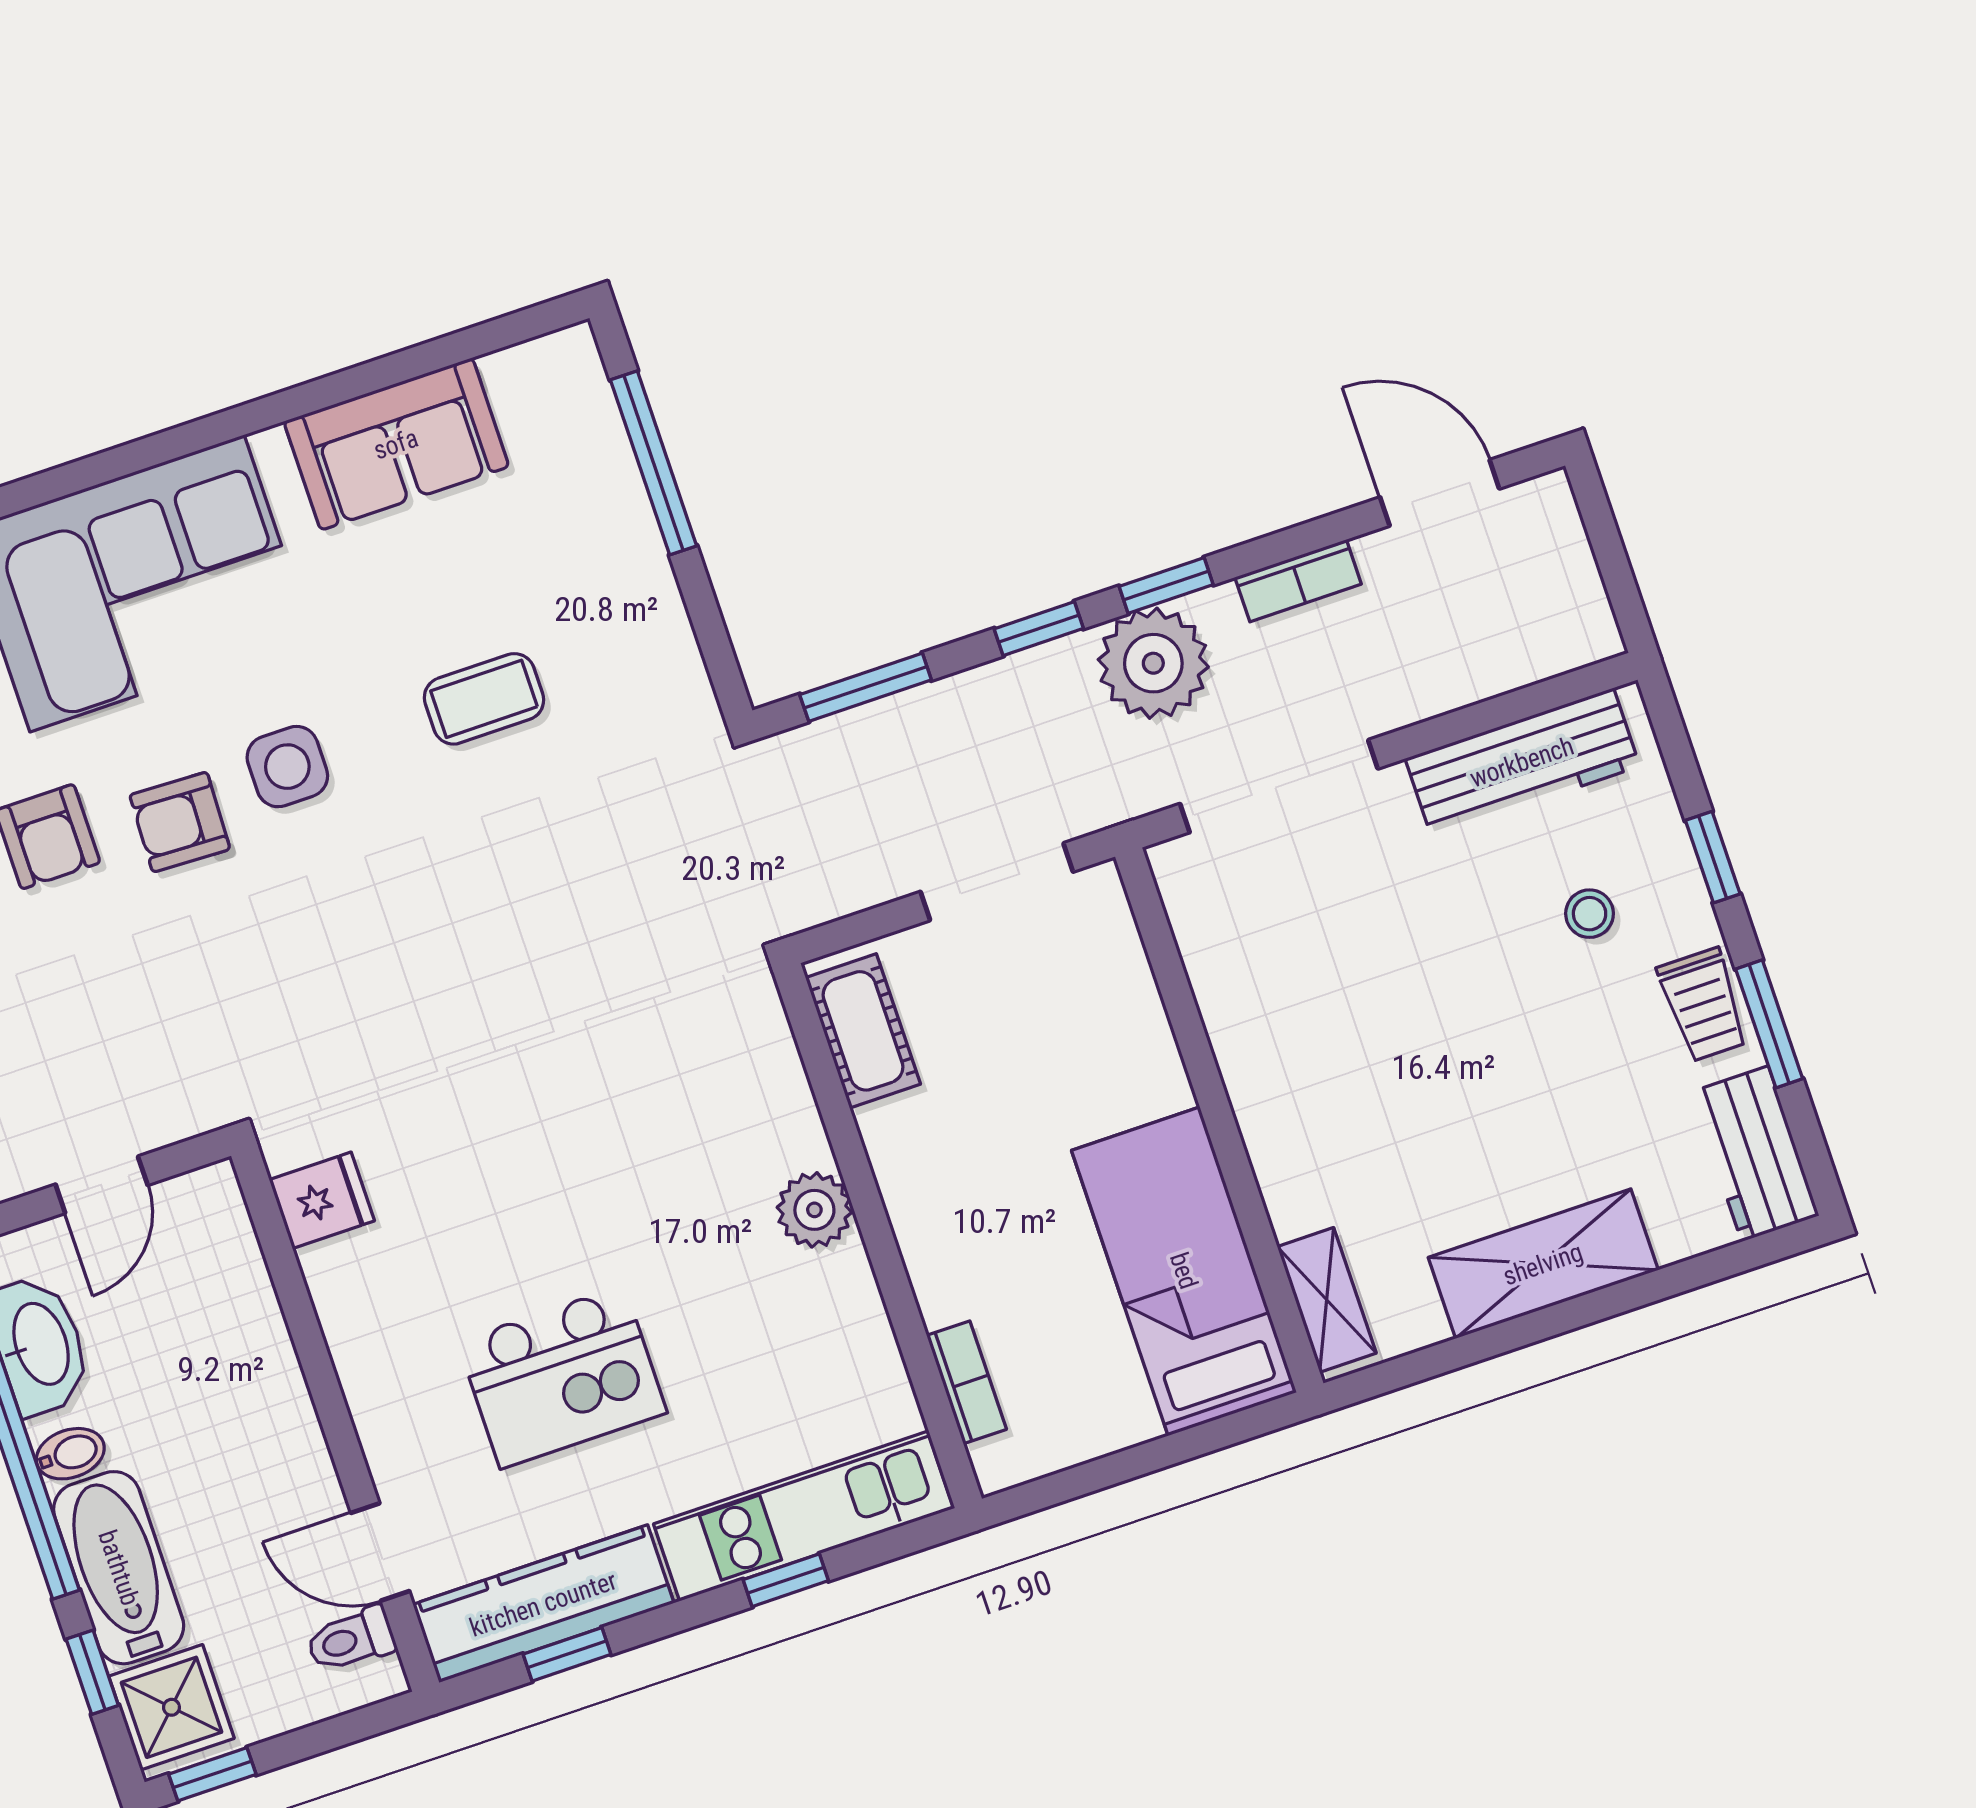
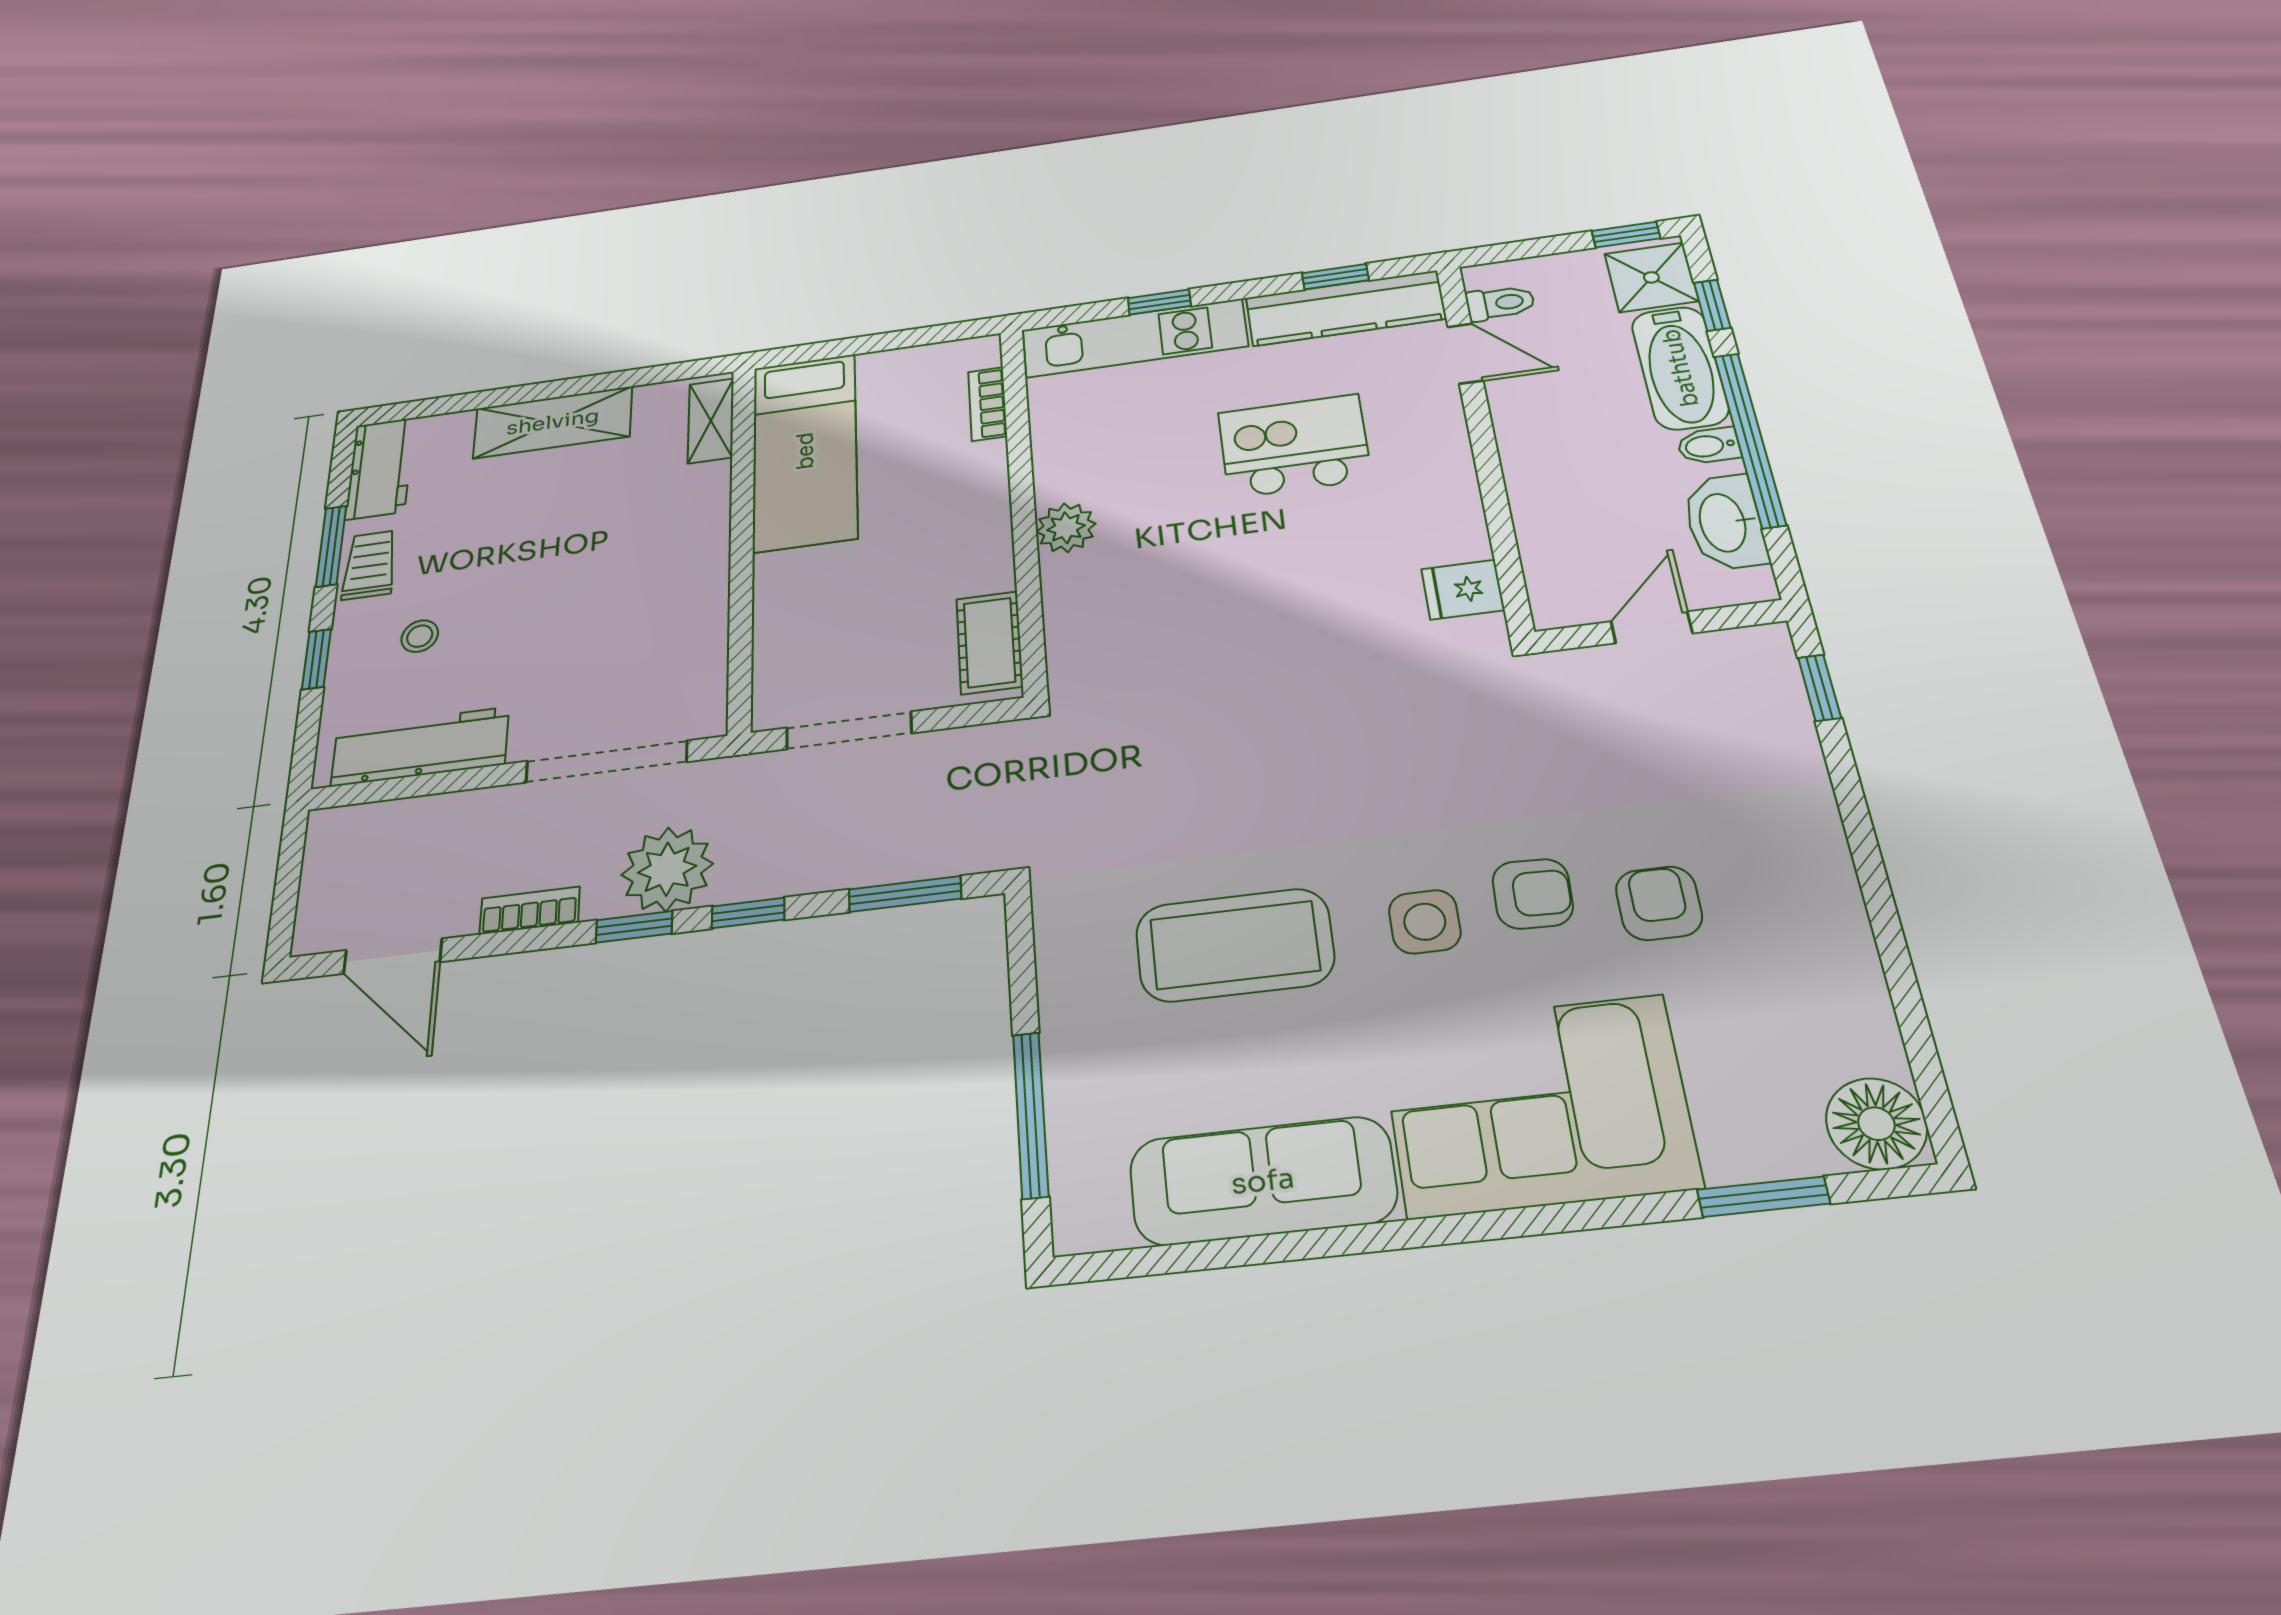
sofa: (396, 444) -> (1263, 1181), width x1.36
coffee table: (484, 699) -> (1235, 945), width x1.86, depth x1.72

